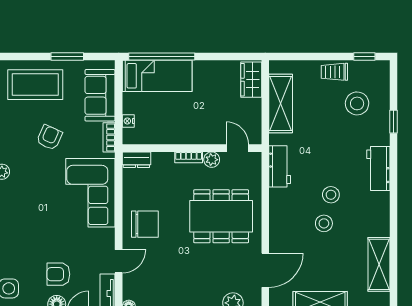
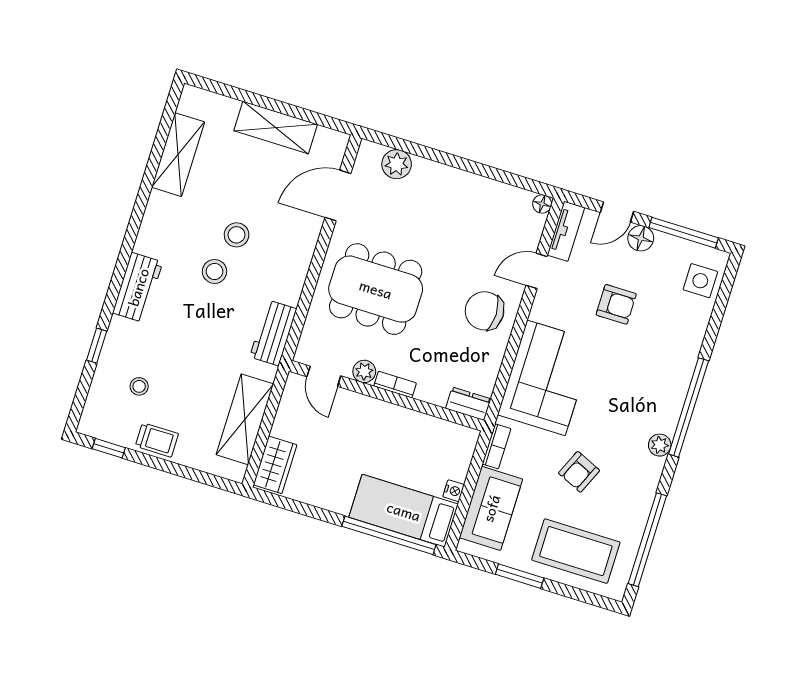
stool: (357, 103) -> (139, 386), width x0.53, depth x0.53
nightstand: (128, 121) -> (454, 491), moved
armchair: (58, 274) -> (616, 304), moved

